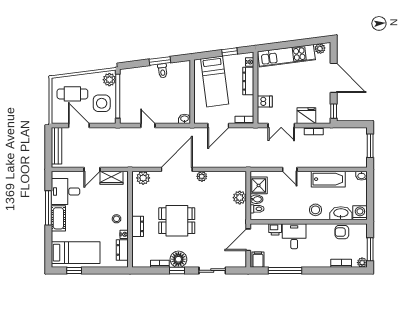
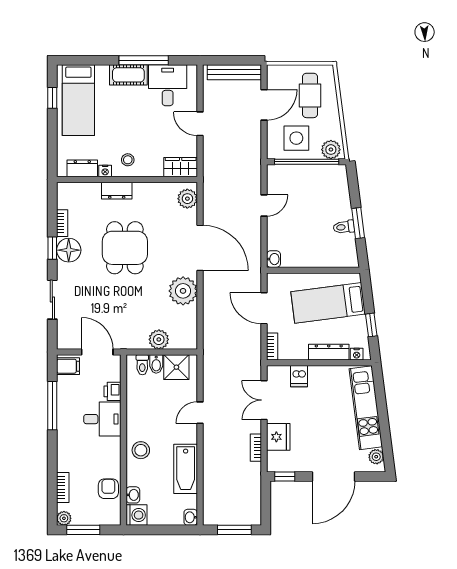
plant: (202, 176) -> (183, 291), width x1.88, depth x1.88
wardrobe: (111, 178) -> (181, 167), moved, turned 90
washbasin: (341, 213) -> (133, 495), width x0.52, depth x0.69

